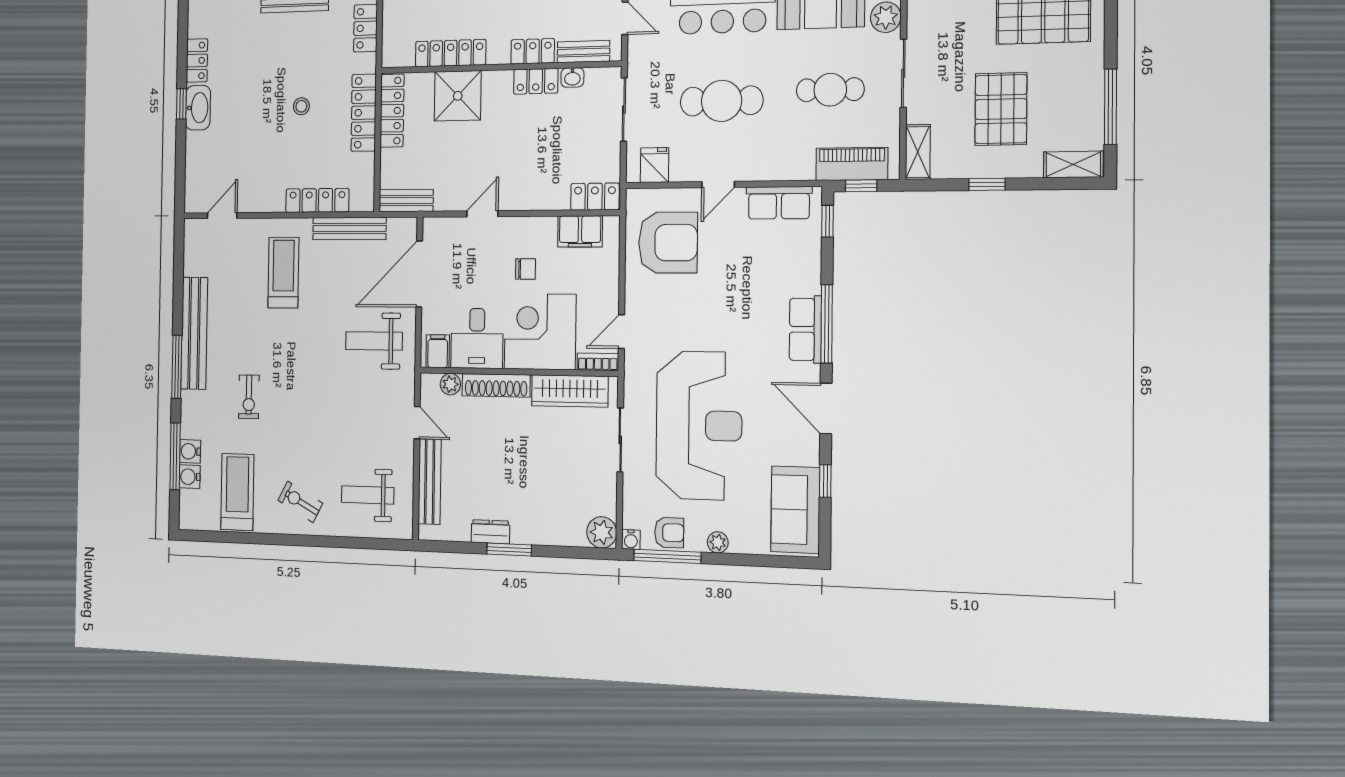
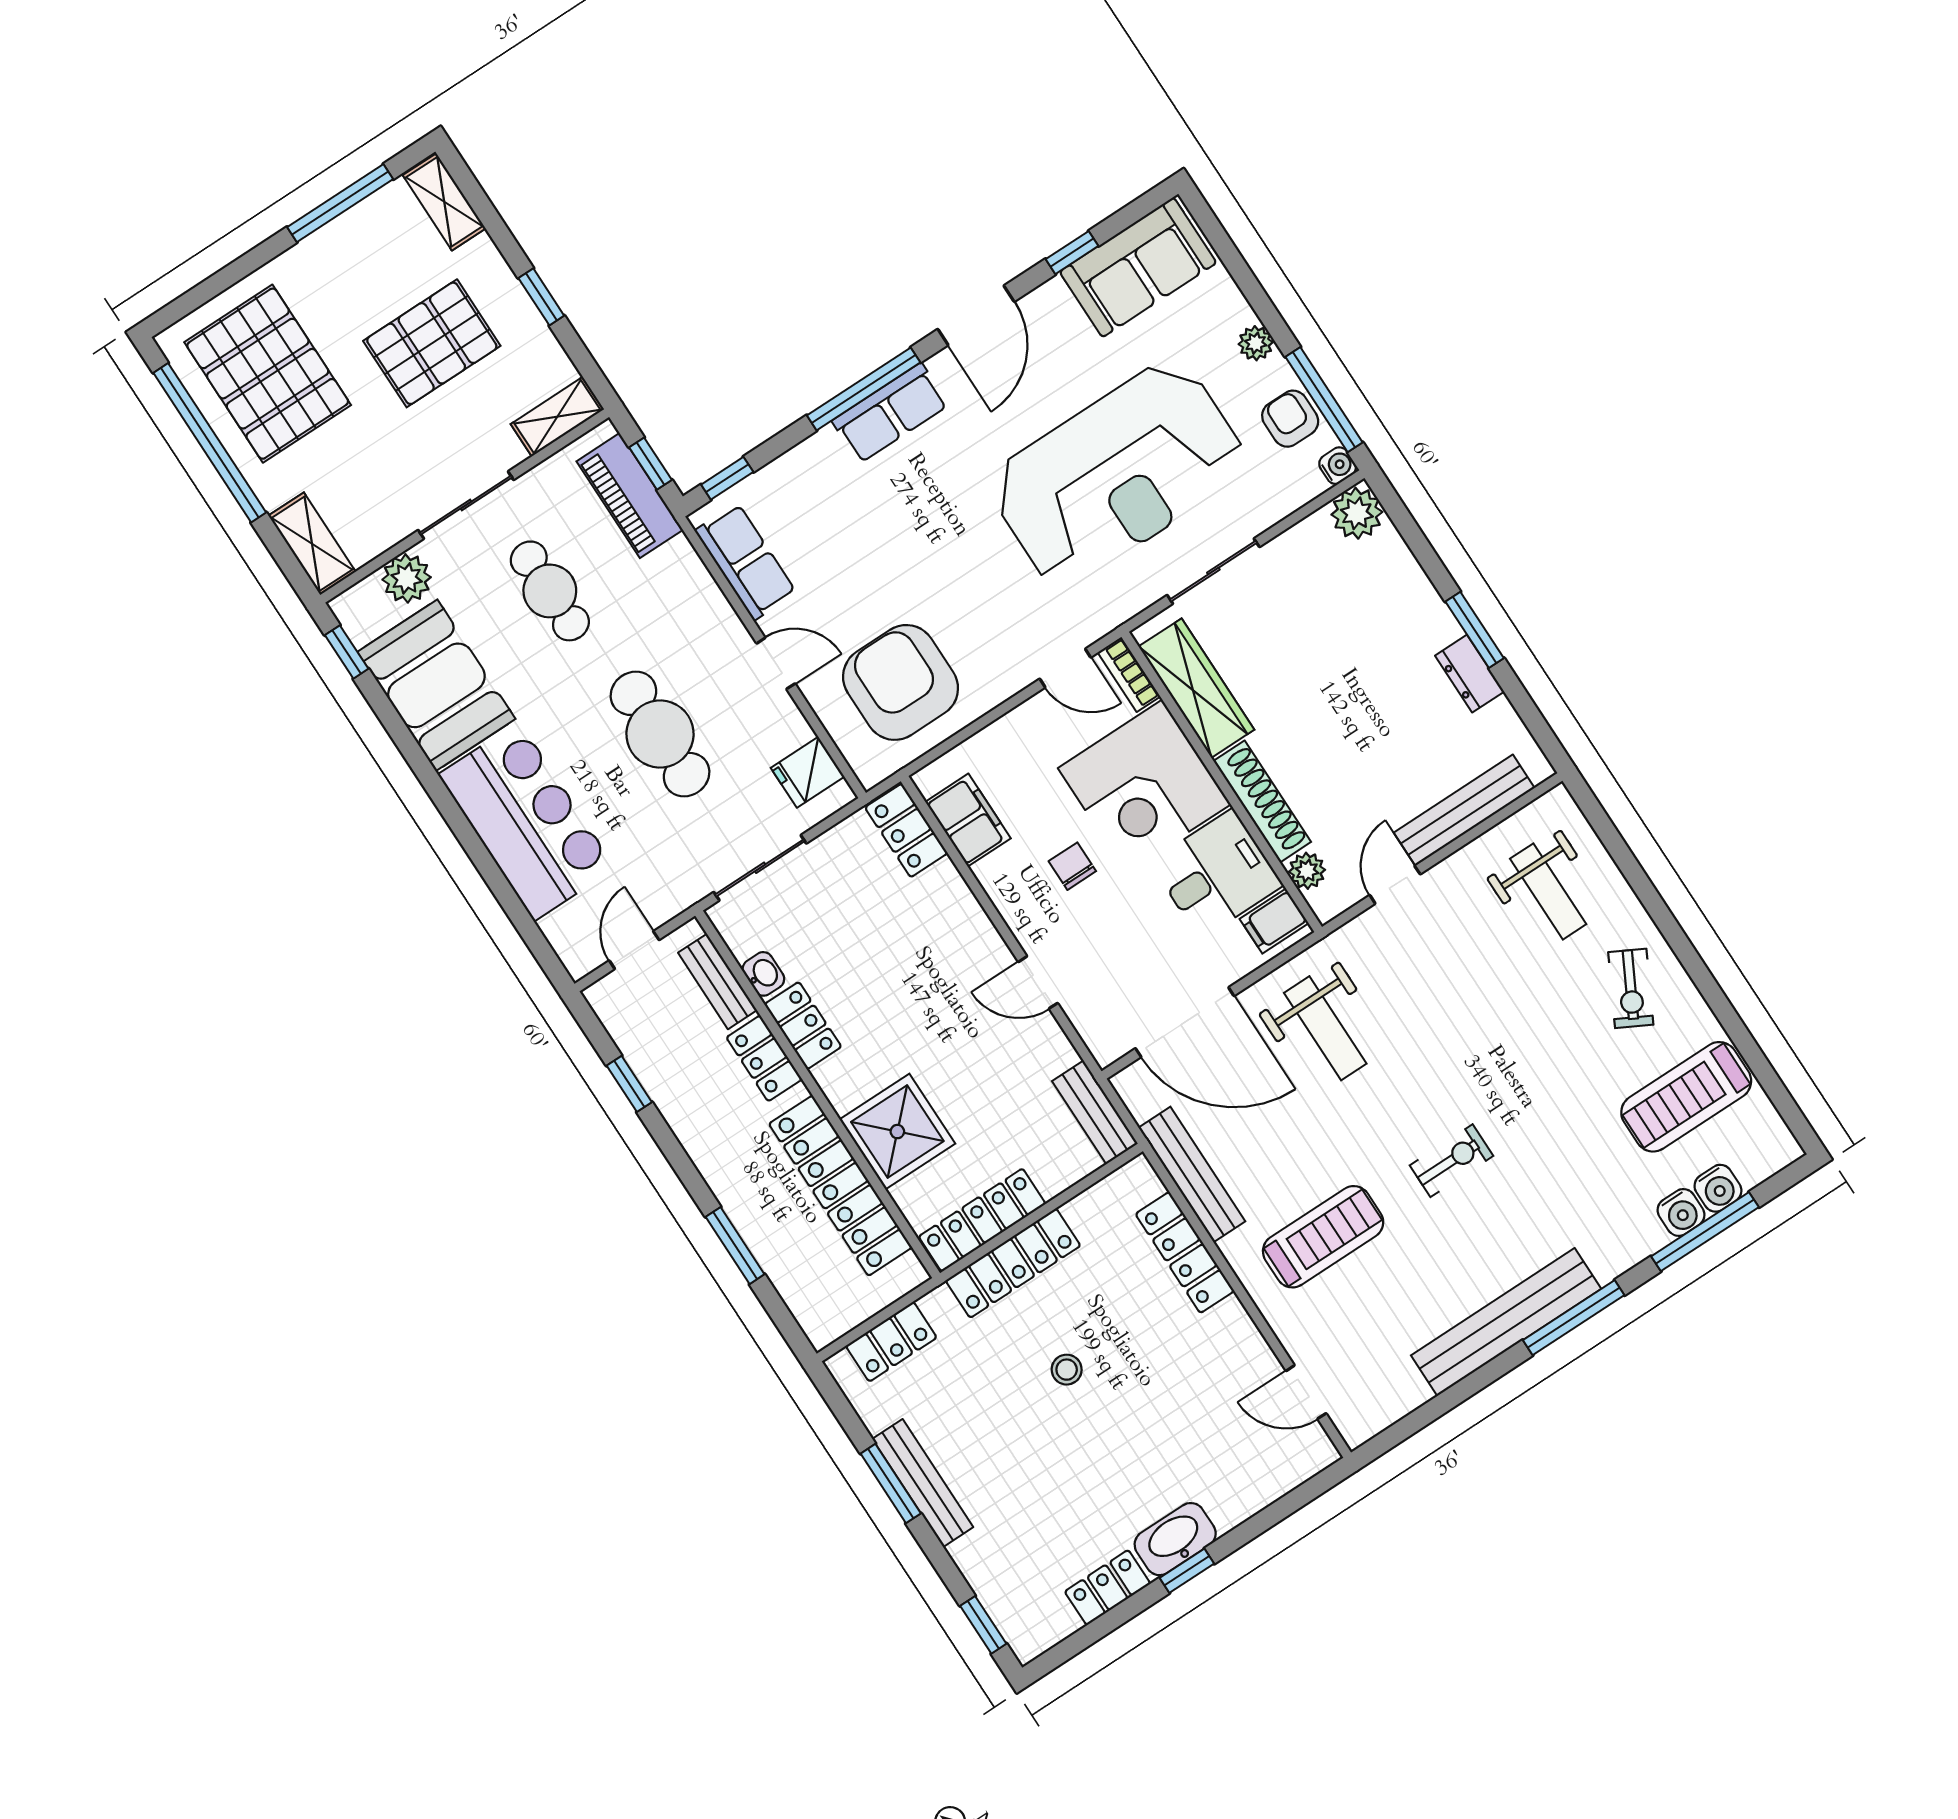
locker: (451, 53) -> (840, 1186), width x1.41, depth x1.21
treadmill: (283, 273) -> (1323, 1237), turned 180
exercise bike: (249, 397) -> (1452, 1161), moved
reception desk: (699, 425) -> (1118, 474), turned 180

